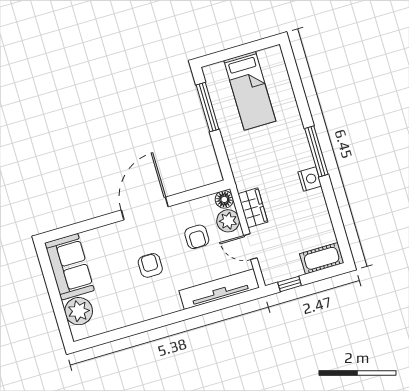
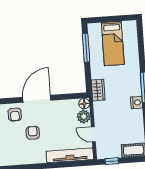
wardrobe: (253, 208) -> (98, 90), moved
armchair: (197, 237) -> (15, 115), moved

